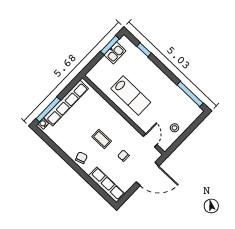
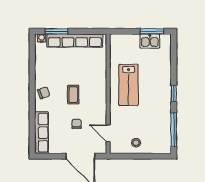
window: (144, 50) -> (174, 94), moved
window: (48, 109) -> (56, 31), width x0.69
door: (150, 140) -> (108, 133), swing flipped

